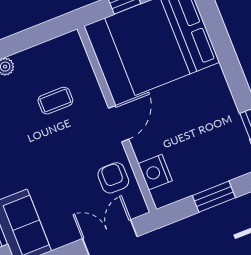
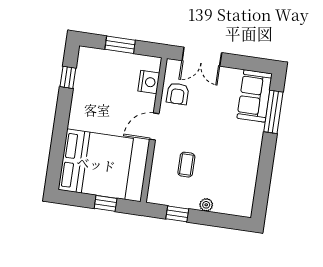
window: (33, 37) -> (177, 214), added
coffee table: (55, 101) -> (186, 165), turned 90

